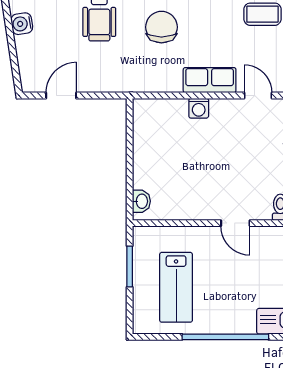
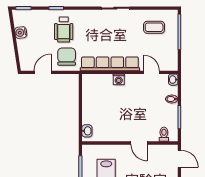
chair: (161, 27) -> (67, 57), moved
row of seats: (210, 80) -> (110, 64), width x2.02

